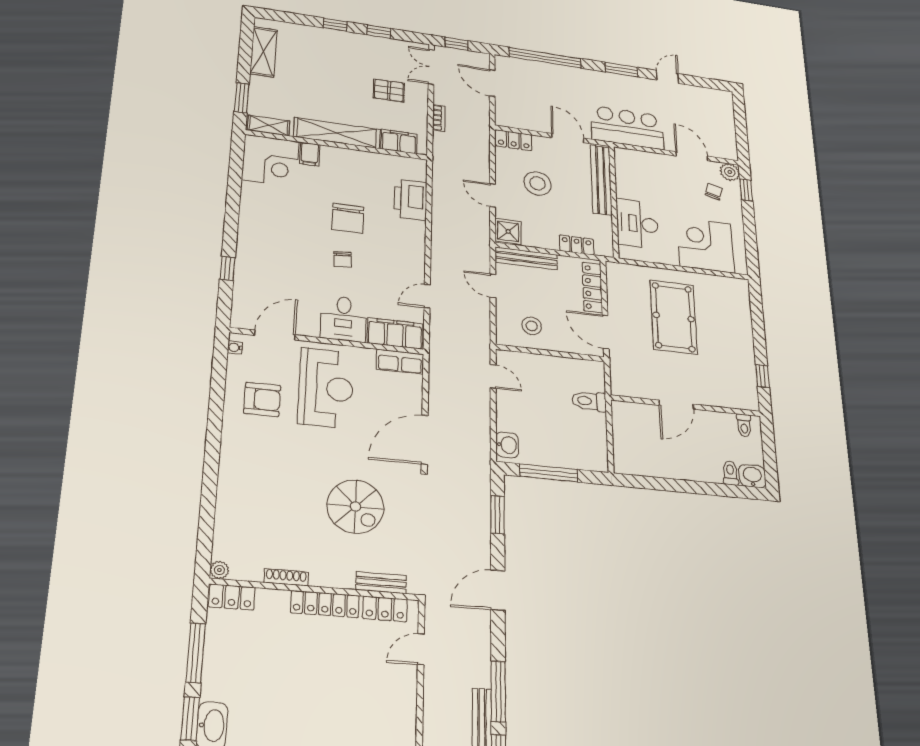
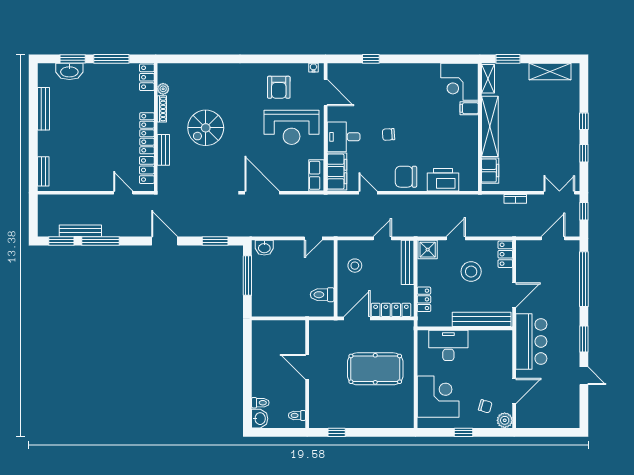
pallet: (389, 90) -> (533, 162), removed
window: (746, 190) -> (464, 432), moved
chair: (348, 218) -> (406, 177), moved
toilet: (589, 401) -> (322, 295), moved, turned -90
spiral stairs: (355, 506) -> (206, 128), moved
plant: (219, 570) -> (163, 89), moved
bench: (381, 583) -> (163, 150), moved

